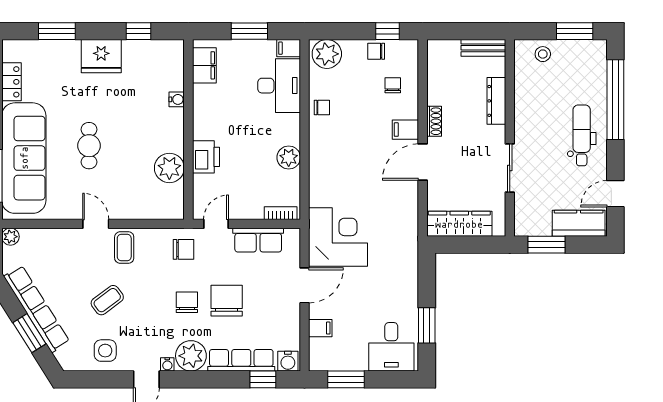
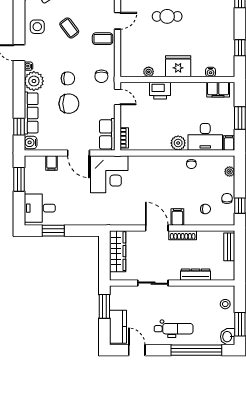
bench: (483, 48) -> (229, 247), moved
washbasin: (594, 50) -> (228, 337), added
plant: (327, 54) -> (230, 172), width x0.53, depth x0.53
fridge: (101, 56) -> (178, 66), moved, turned 90
water cooler: (177, 99) -> (211, 72), moved
shoe rack: (434, 121) -> (183, 235), width x1.43
plant: (289, 157) -> (178, 143), moved
plant: (169, 168) -> (149, 72), width x0.53, depth x0.53
row of seats: (258, 240) -> (107, 134), moved

